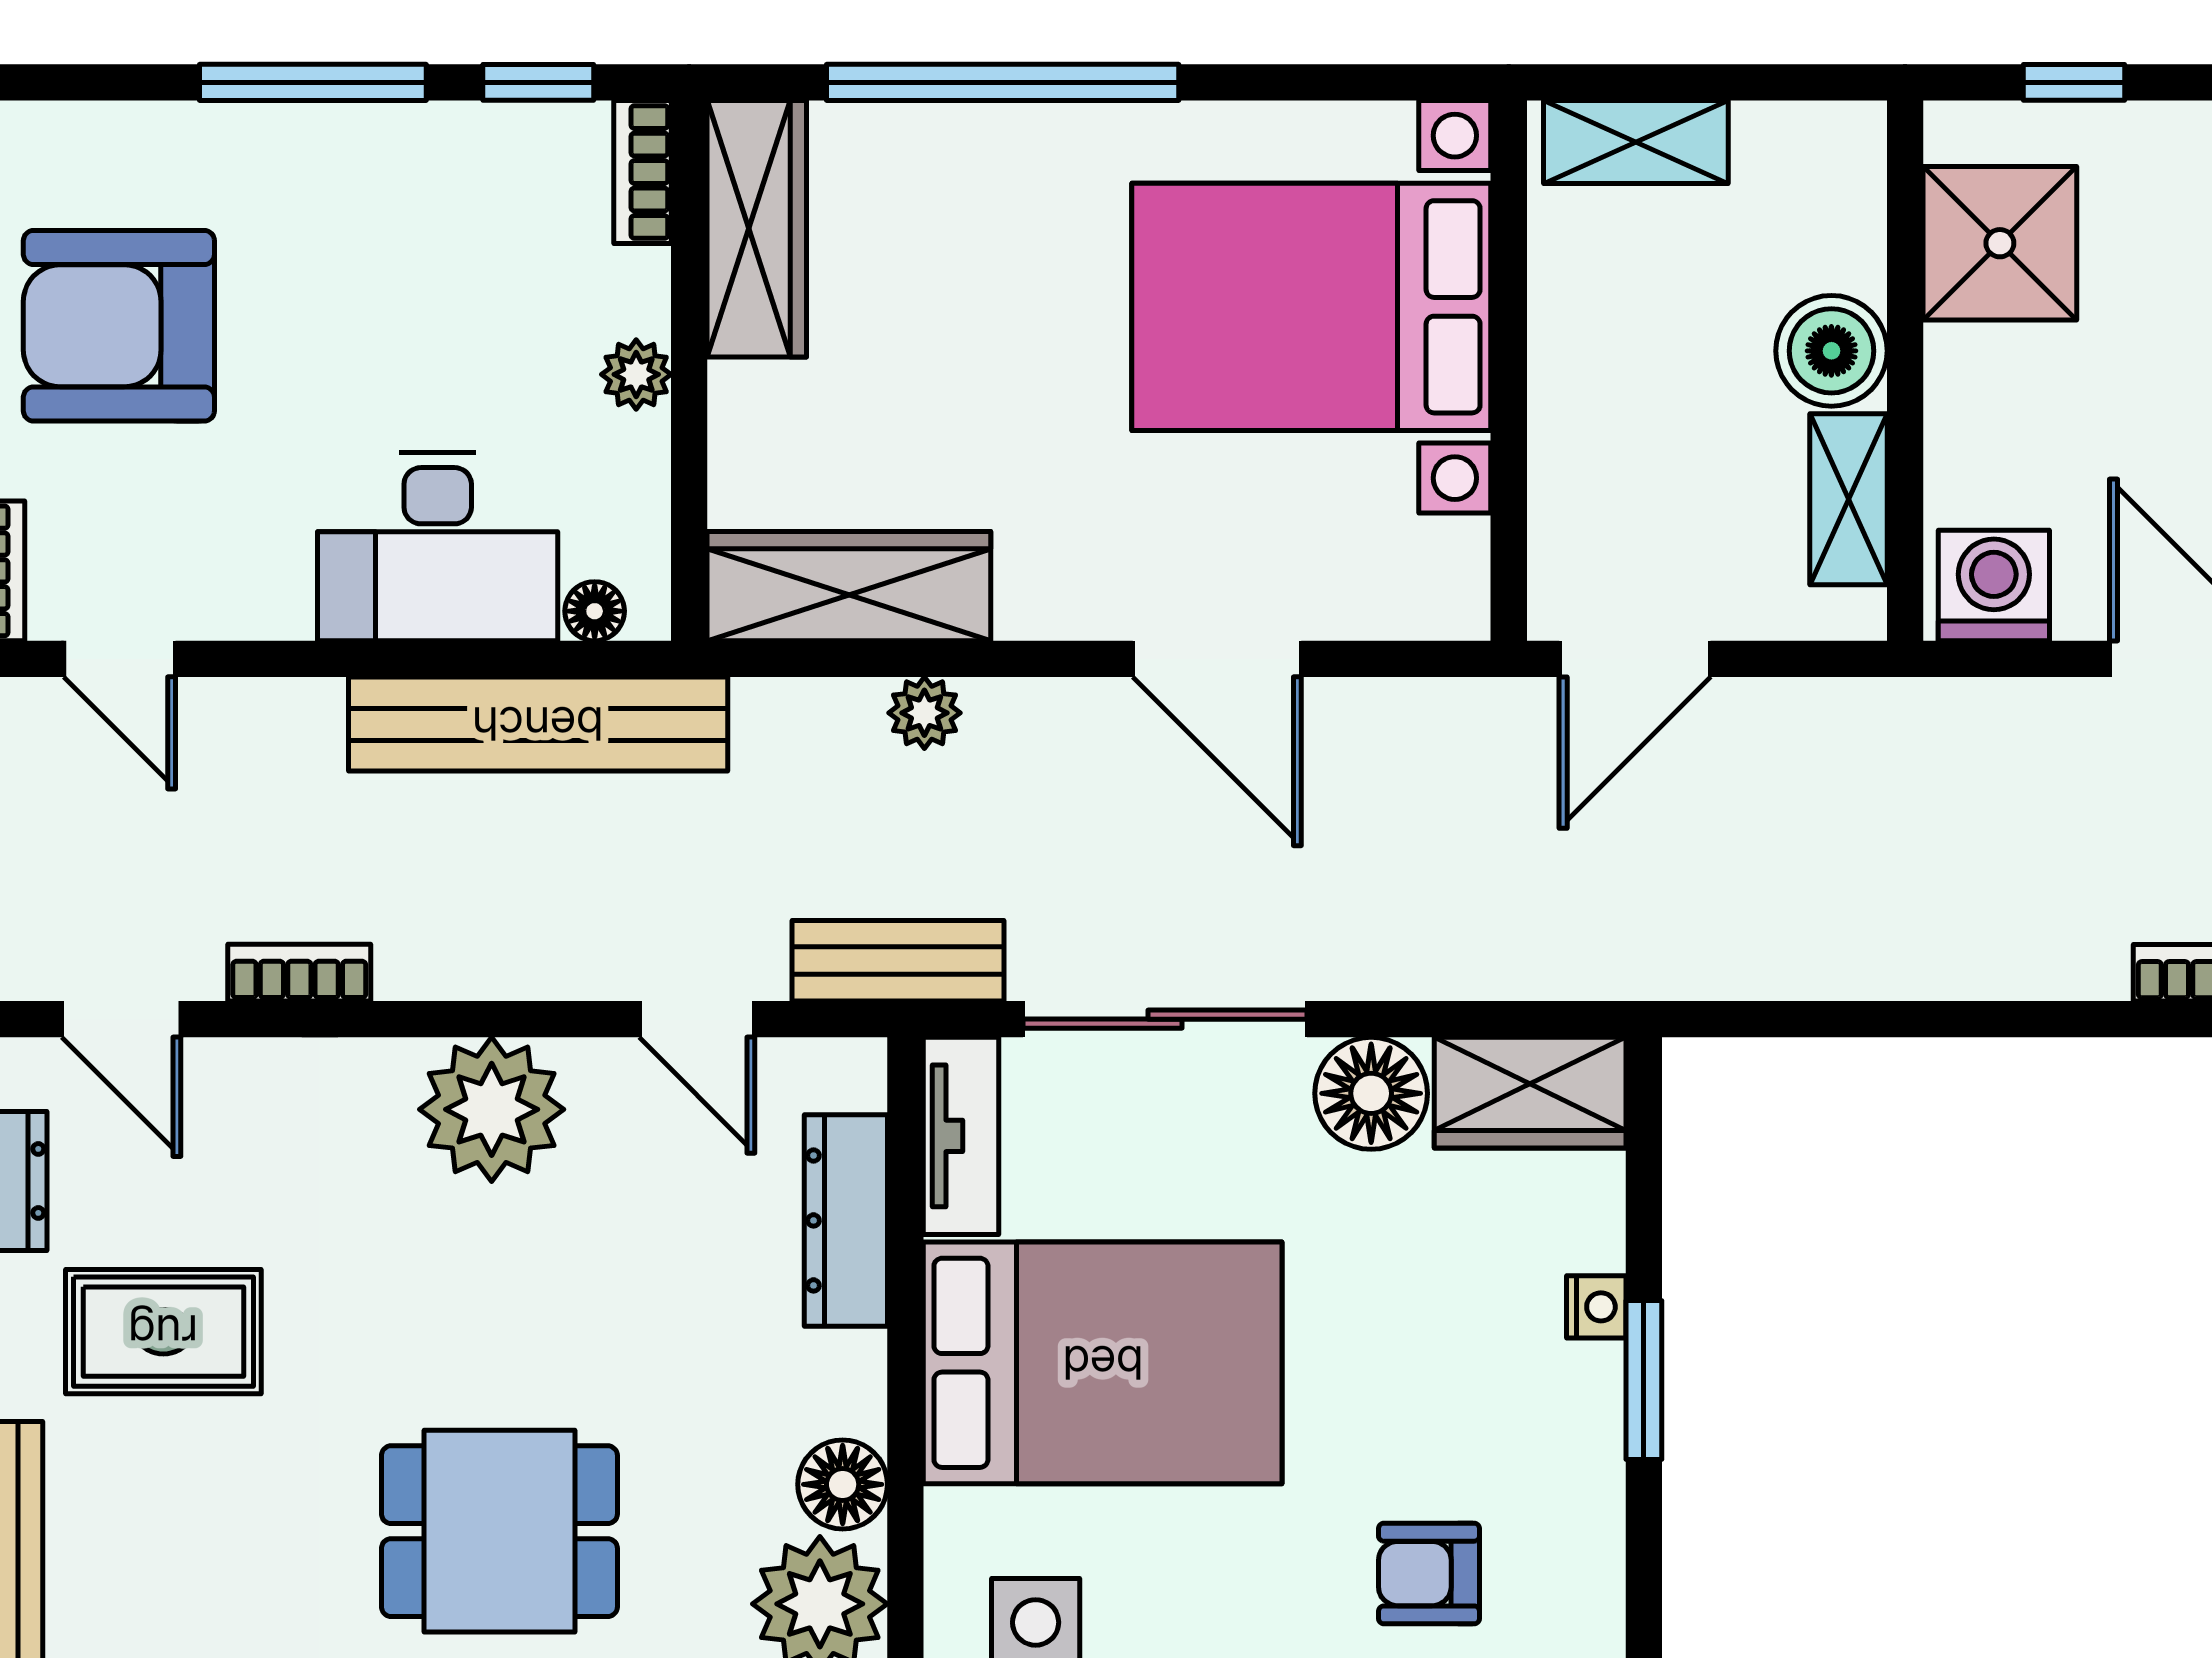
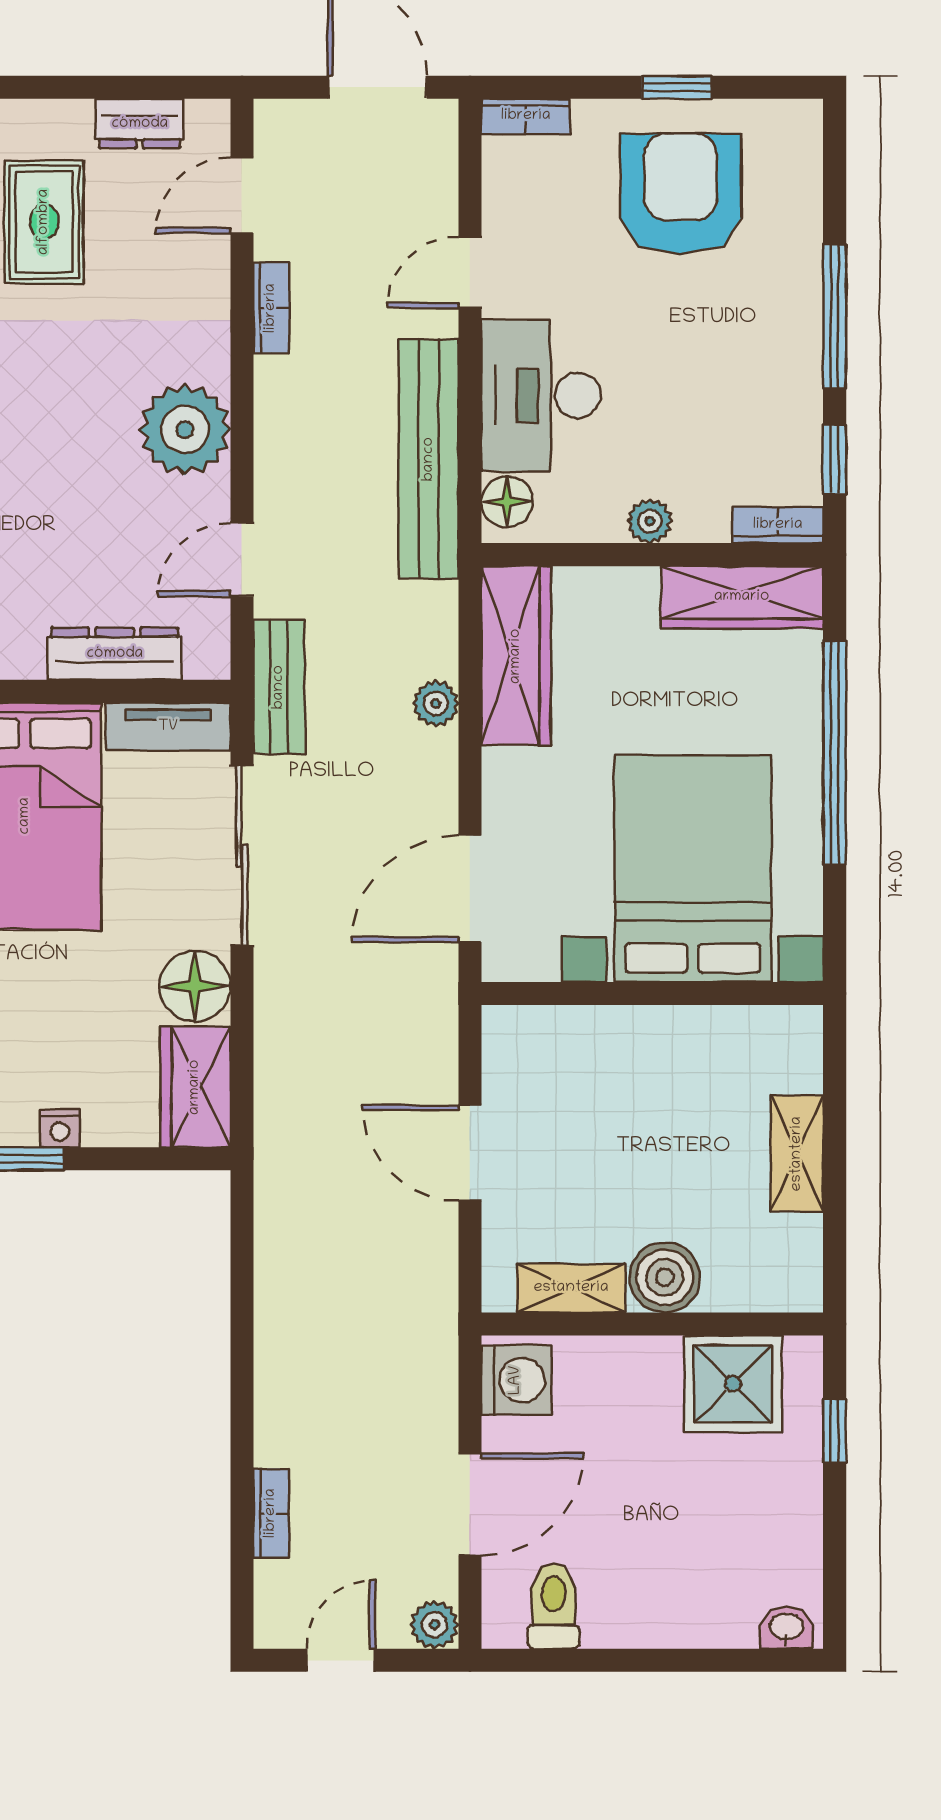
bed with nightstands: (1311, 307) -> (693, 869), moved
wall: (1509, 371) -> (652, 993), moved
floor lamp: (595, 611) -> (507, 502), width x1.37, depth x1.37
door: (120, 659) -> (470, 272), moved

